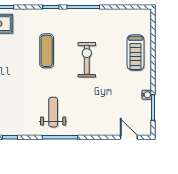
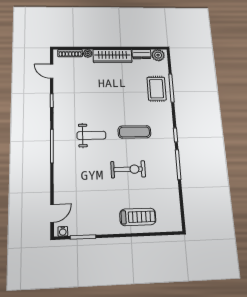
treadmill: (135, 53) -> (138, 217), turned 180
water cooler: (147, 95) -> (63, 231), moved
weight bench: (53, 112) -> (91, 135), moved

